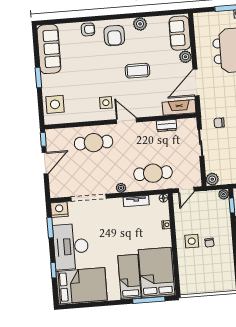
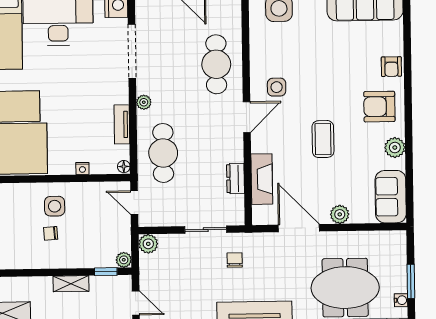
sofa: (180, 33) -> (391, 197), moved, turned -90
fireplace: (179, 107) -> (262, 179), moved

